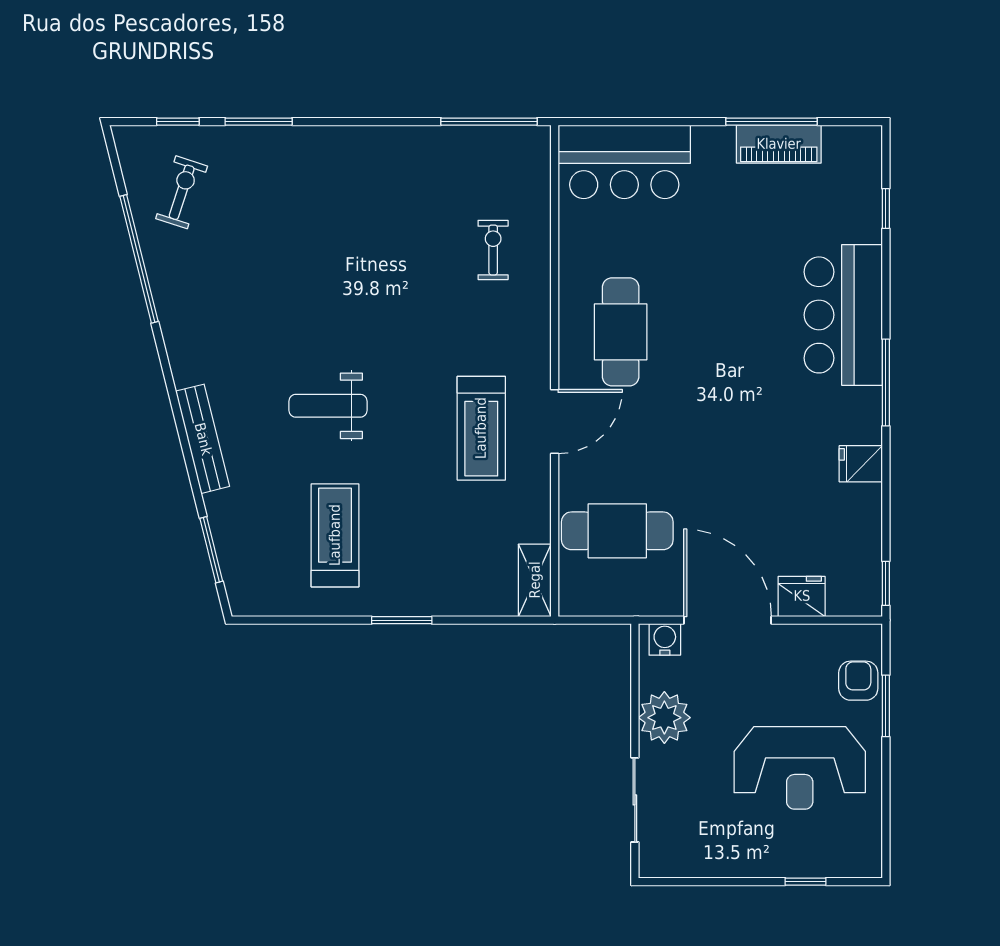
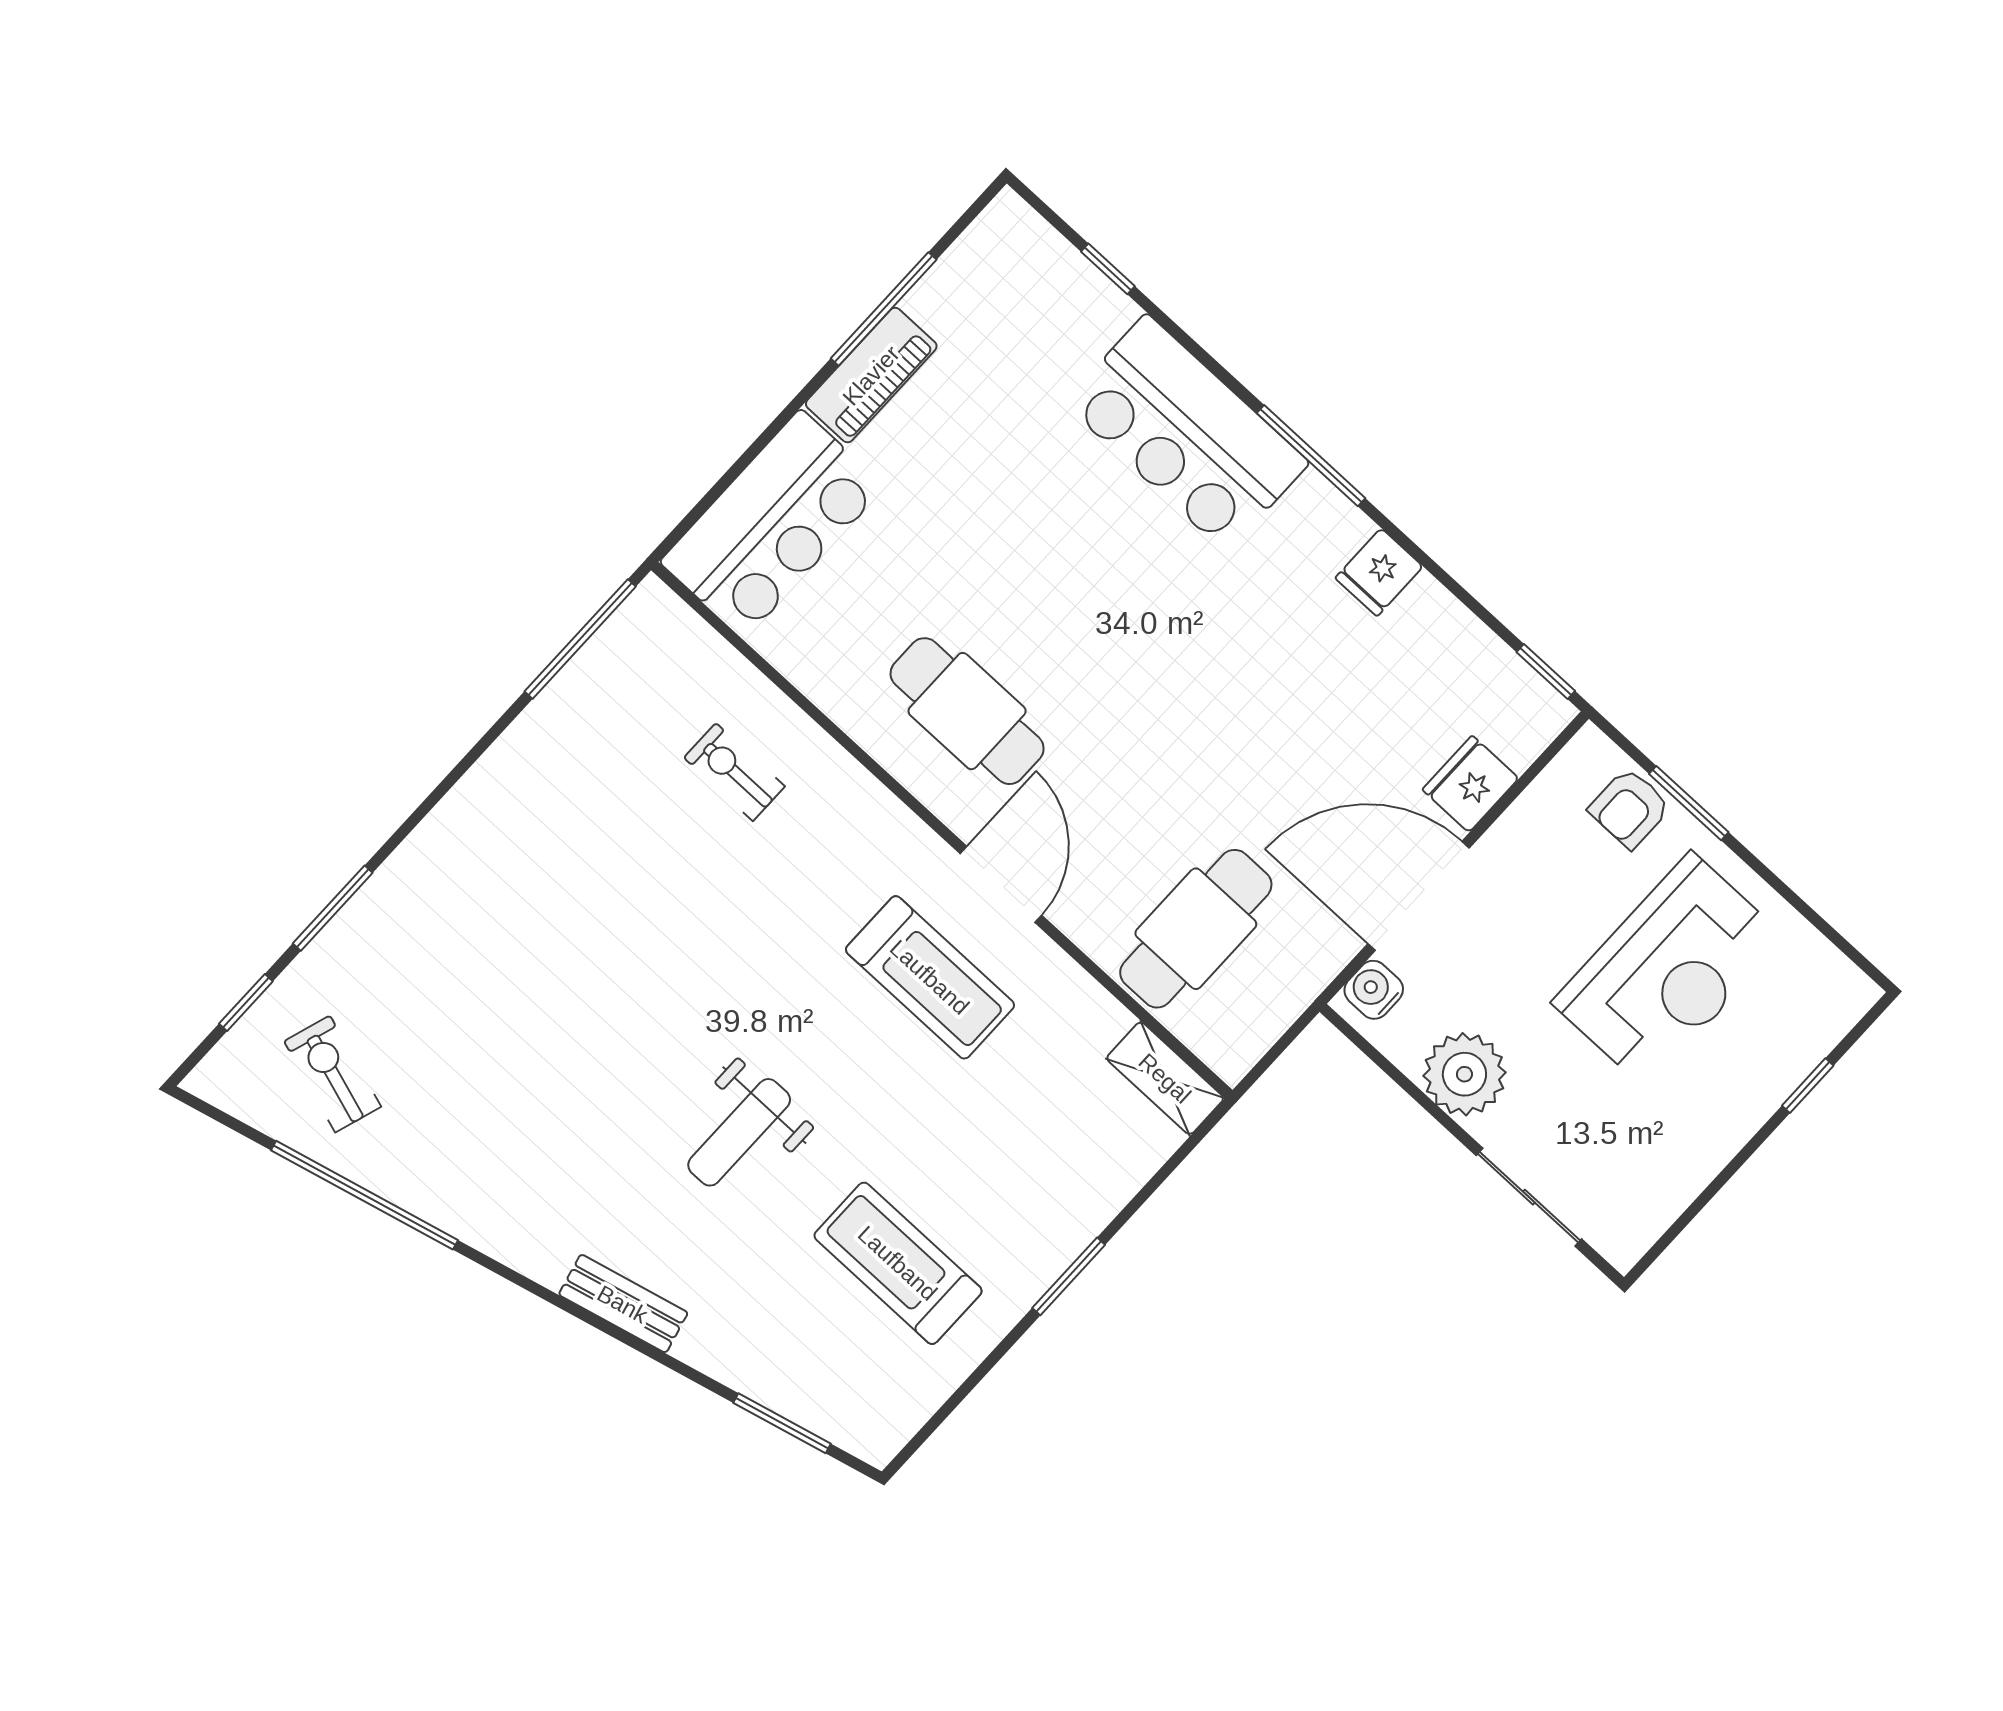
piano: (779, 144) -> (871, 375), moved
bench: (203, 439) -> (623, 1304), width x0.73
armchair: (858, 681) -> (1630, 808), turned -90

